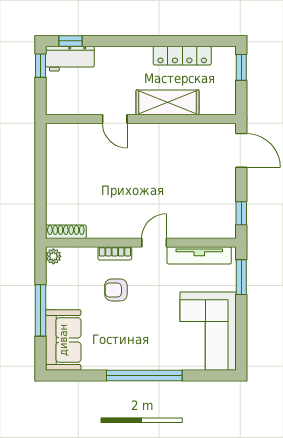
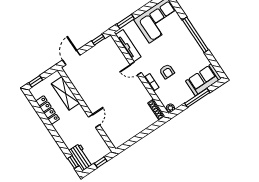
window: (41, 66) -> (101, 162), moved
shelving: (167, 102) -> (65, 93), moved

